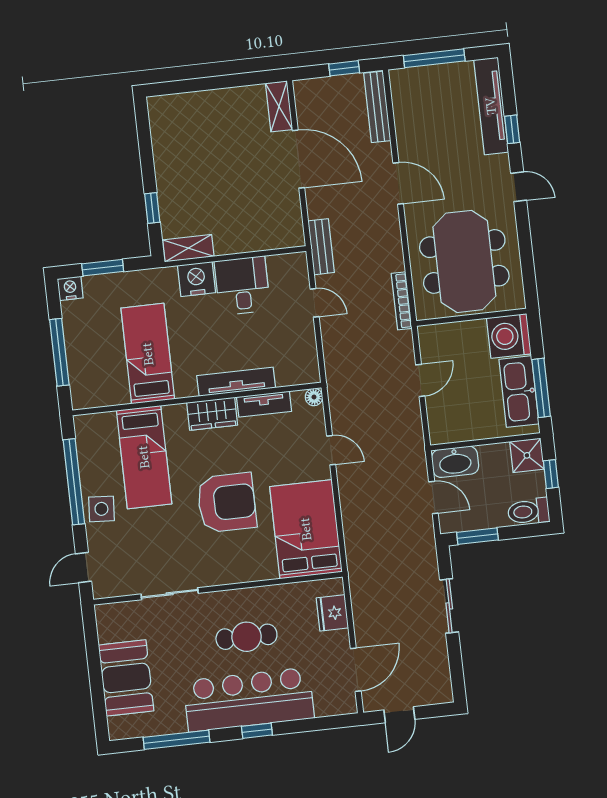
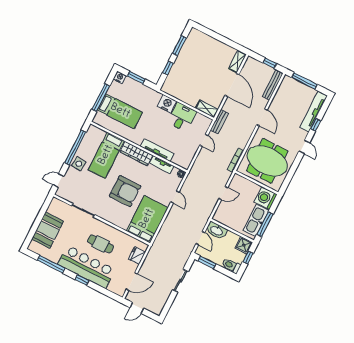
window: (146, 150) -> (179, 46), added
shelving: (188, 248) -> (207, 109), moved
meeting table: (464, 261) -> (267, 161), turned 90
bed: (148, 354) -> (120, 111), moved, turned 90
wardrobe: (212, 414) -> (136, 154), width x1.50

